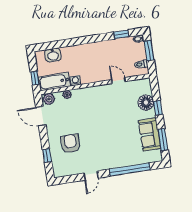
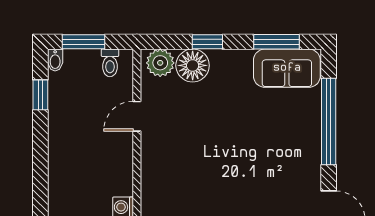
plant: (145, 87) -> (160, 63), added
sofa: (150, 135) -> (287, 68), moved

